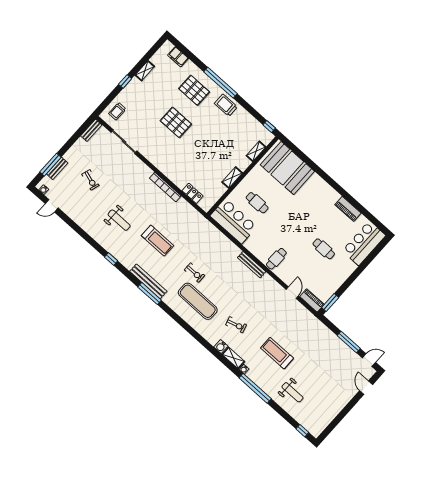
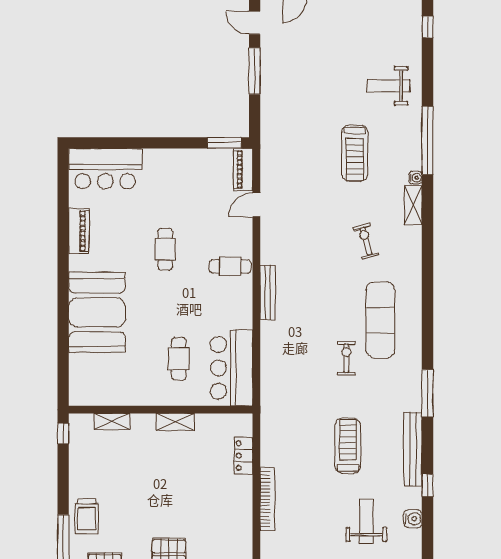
booth: (287, 168) -> (97, 312), moved
cafe table: (324, 249) -> (165, 249), moved
bench: (148, 281) -> (413, 449), moved
water cooler: (221, 347) -> (413, 519), moved
weight bench: (292, 392) -> (388, 86), turned -90

